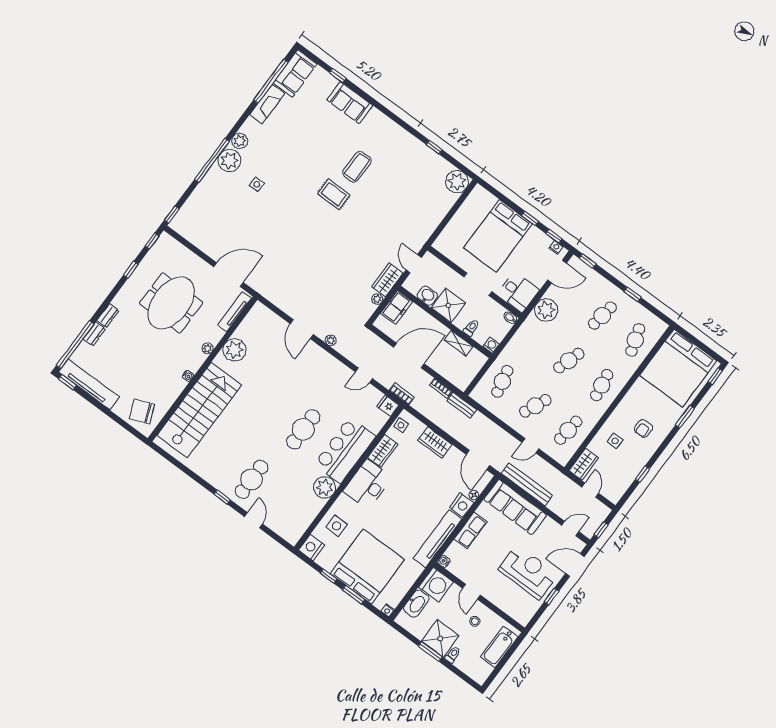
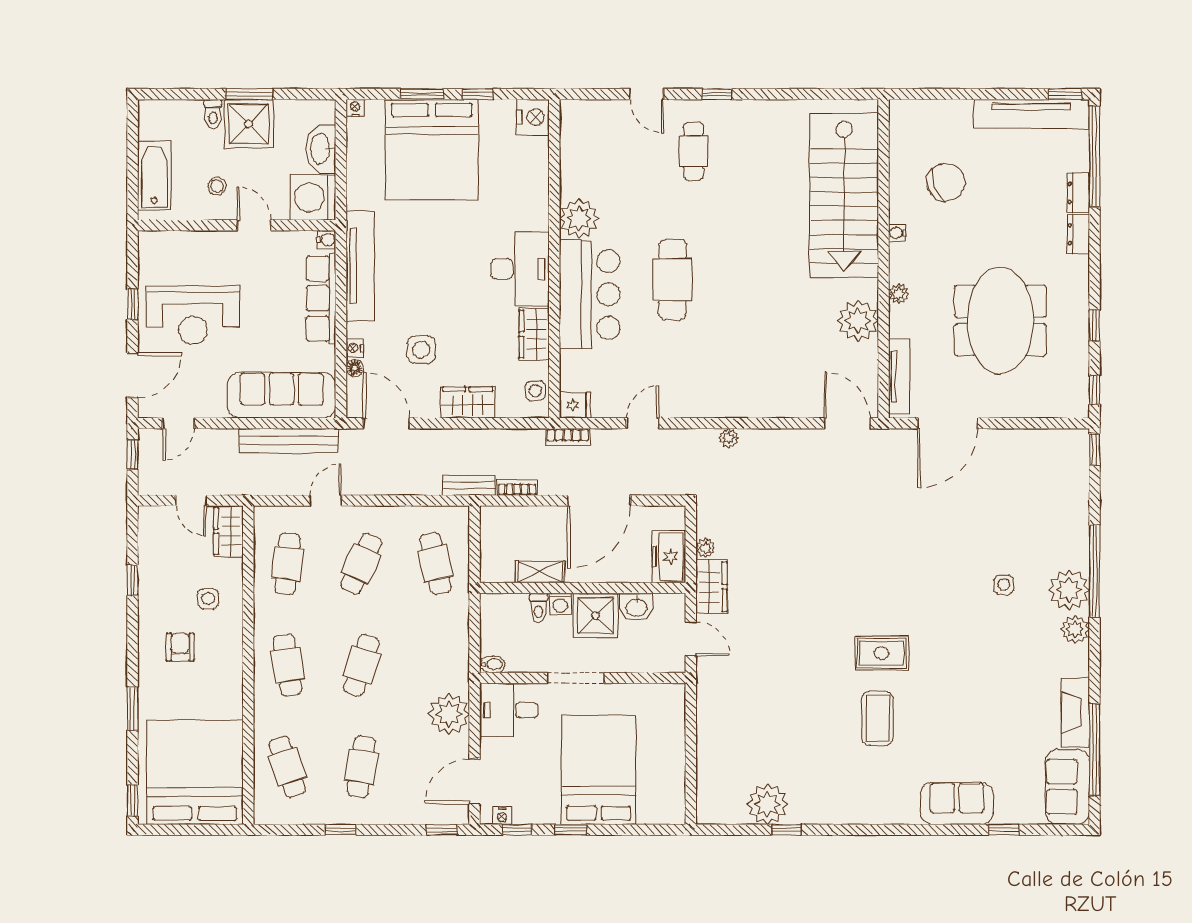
plant: (457, 182) -> (767, 804), moved
door: (302, 329) -> (847, 423), moved
washing machine: (491, 345) -> (560, 604), moved
chair: (142, 412) -> (946, 182), moved
cafe table: (252, 479) -> (694, 151), width x0.73, depth x0.74
nightstand: (462, 505) -> (355, 348), width x0.53, depth x0.56
side table: (337, 526) -> (421, 350), moved
row of seats: (470, 531) -> (321, 298), width x1.48

